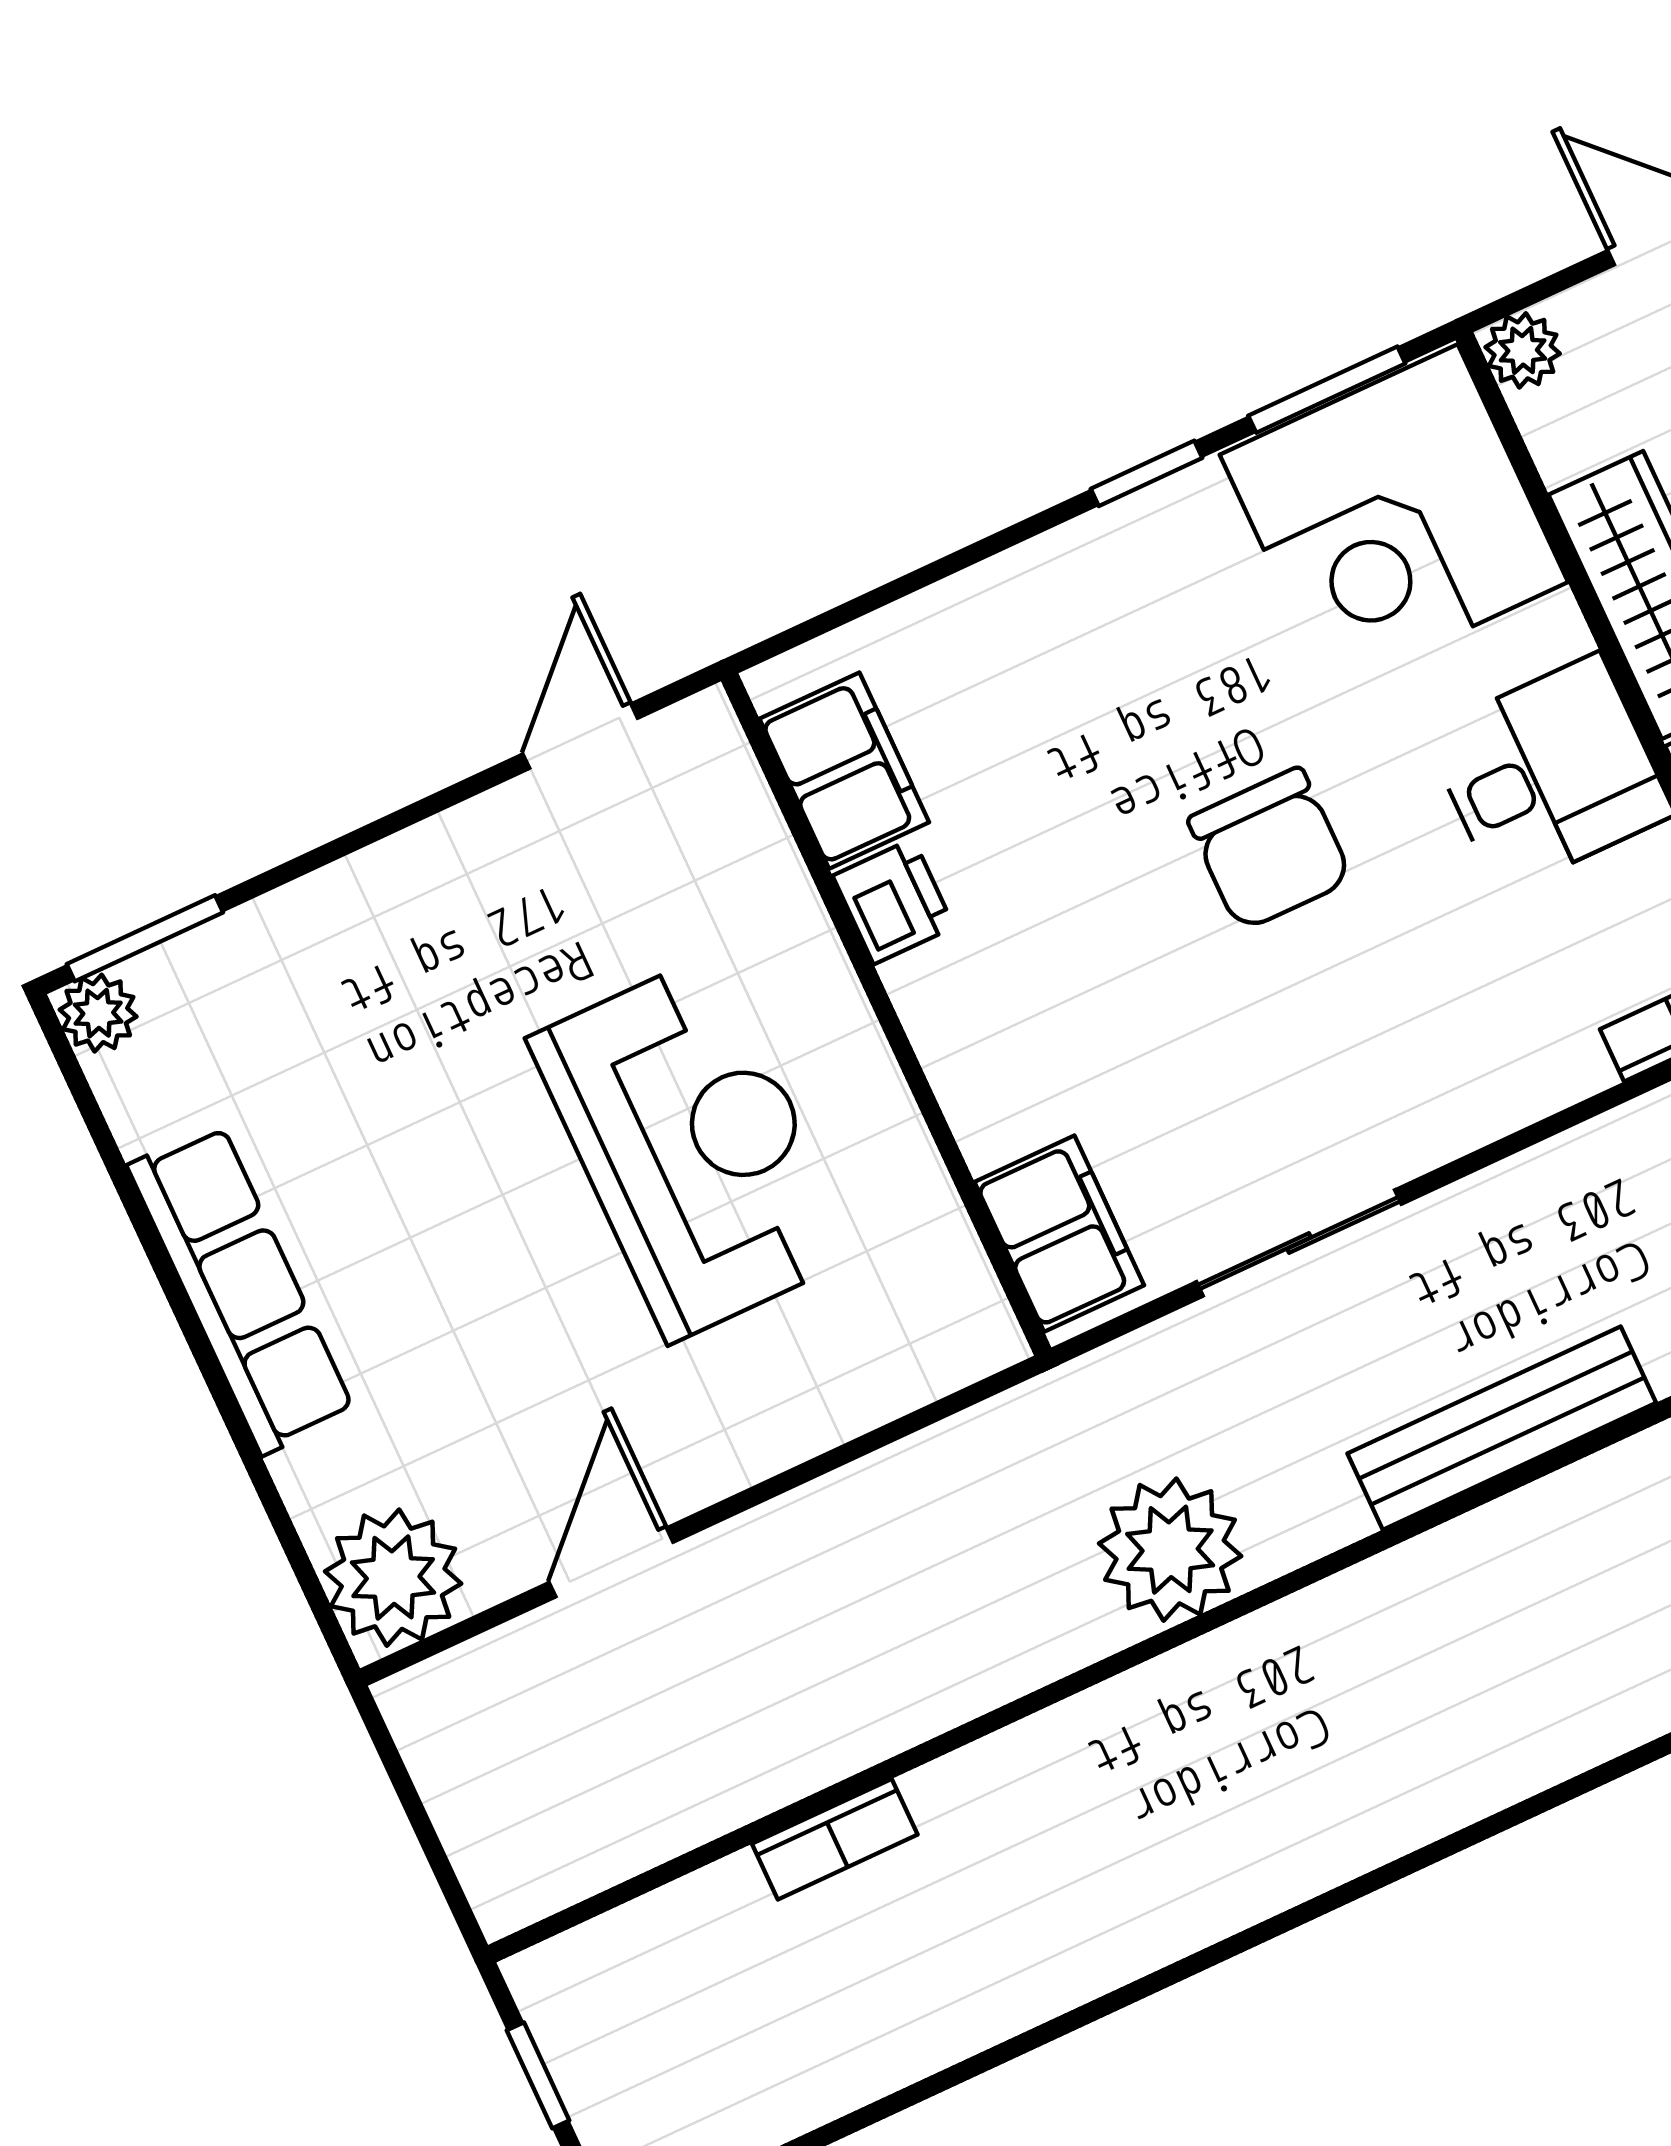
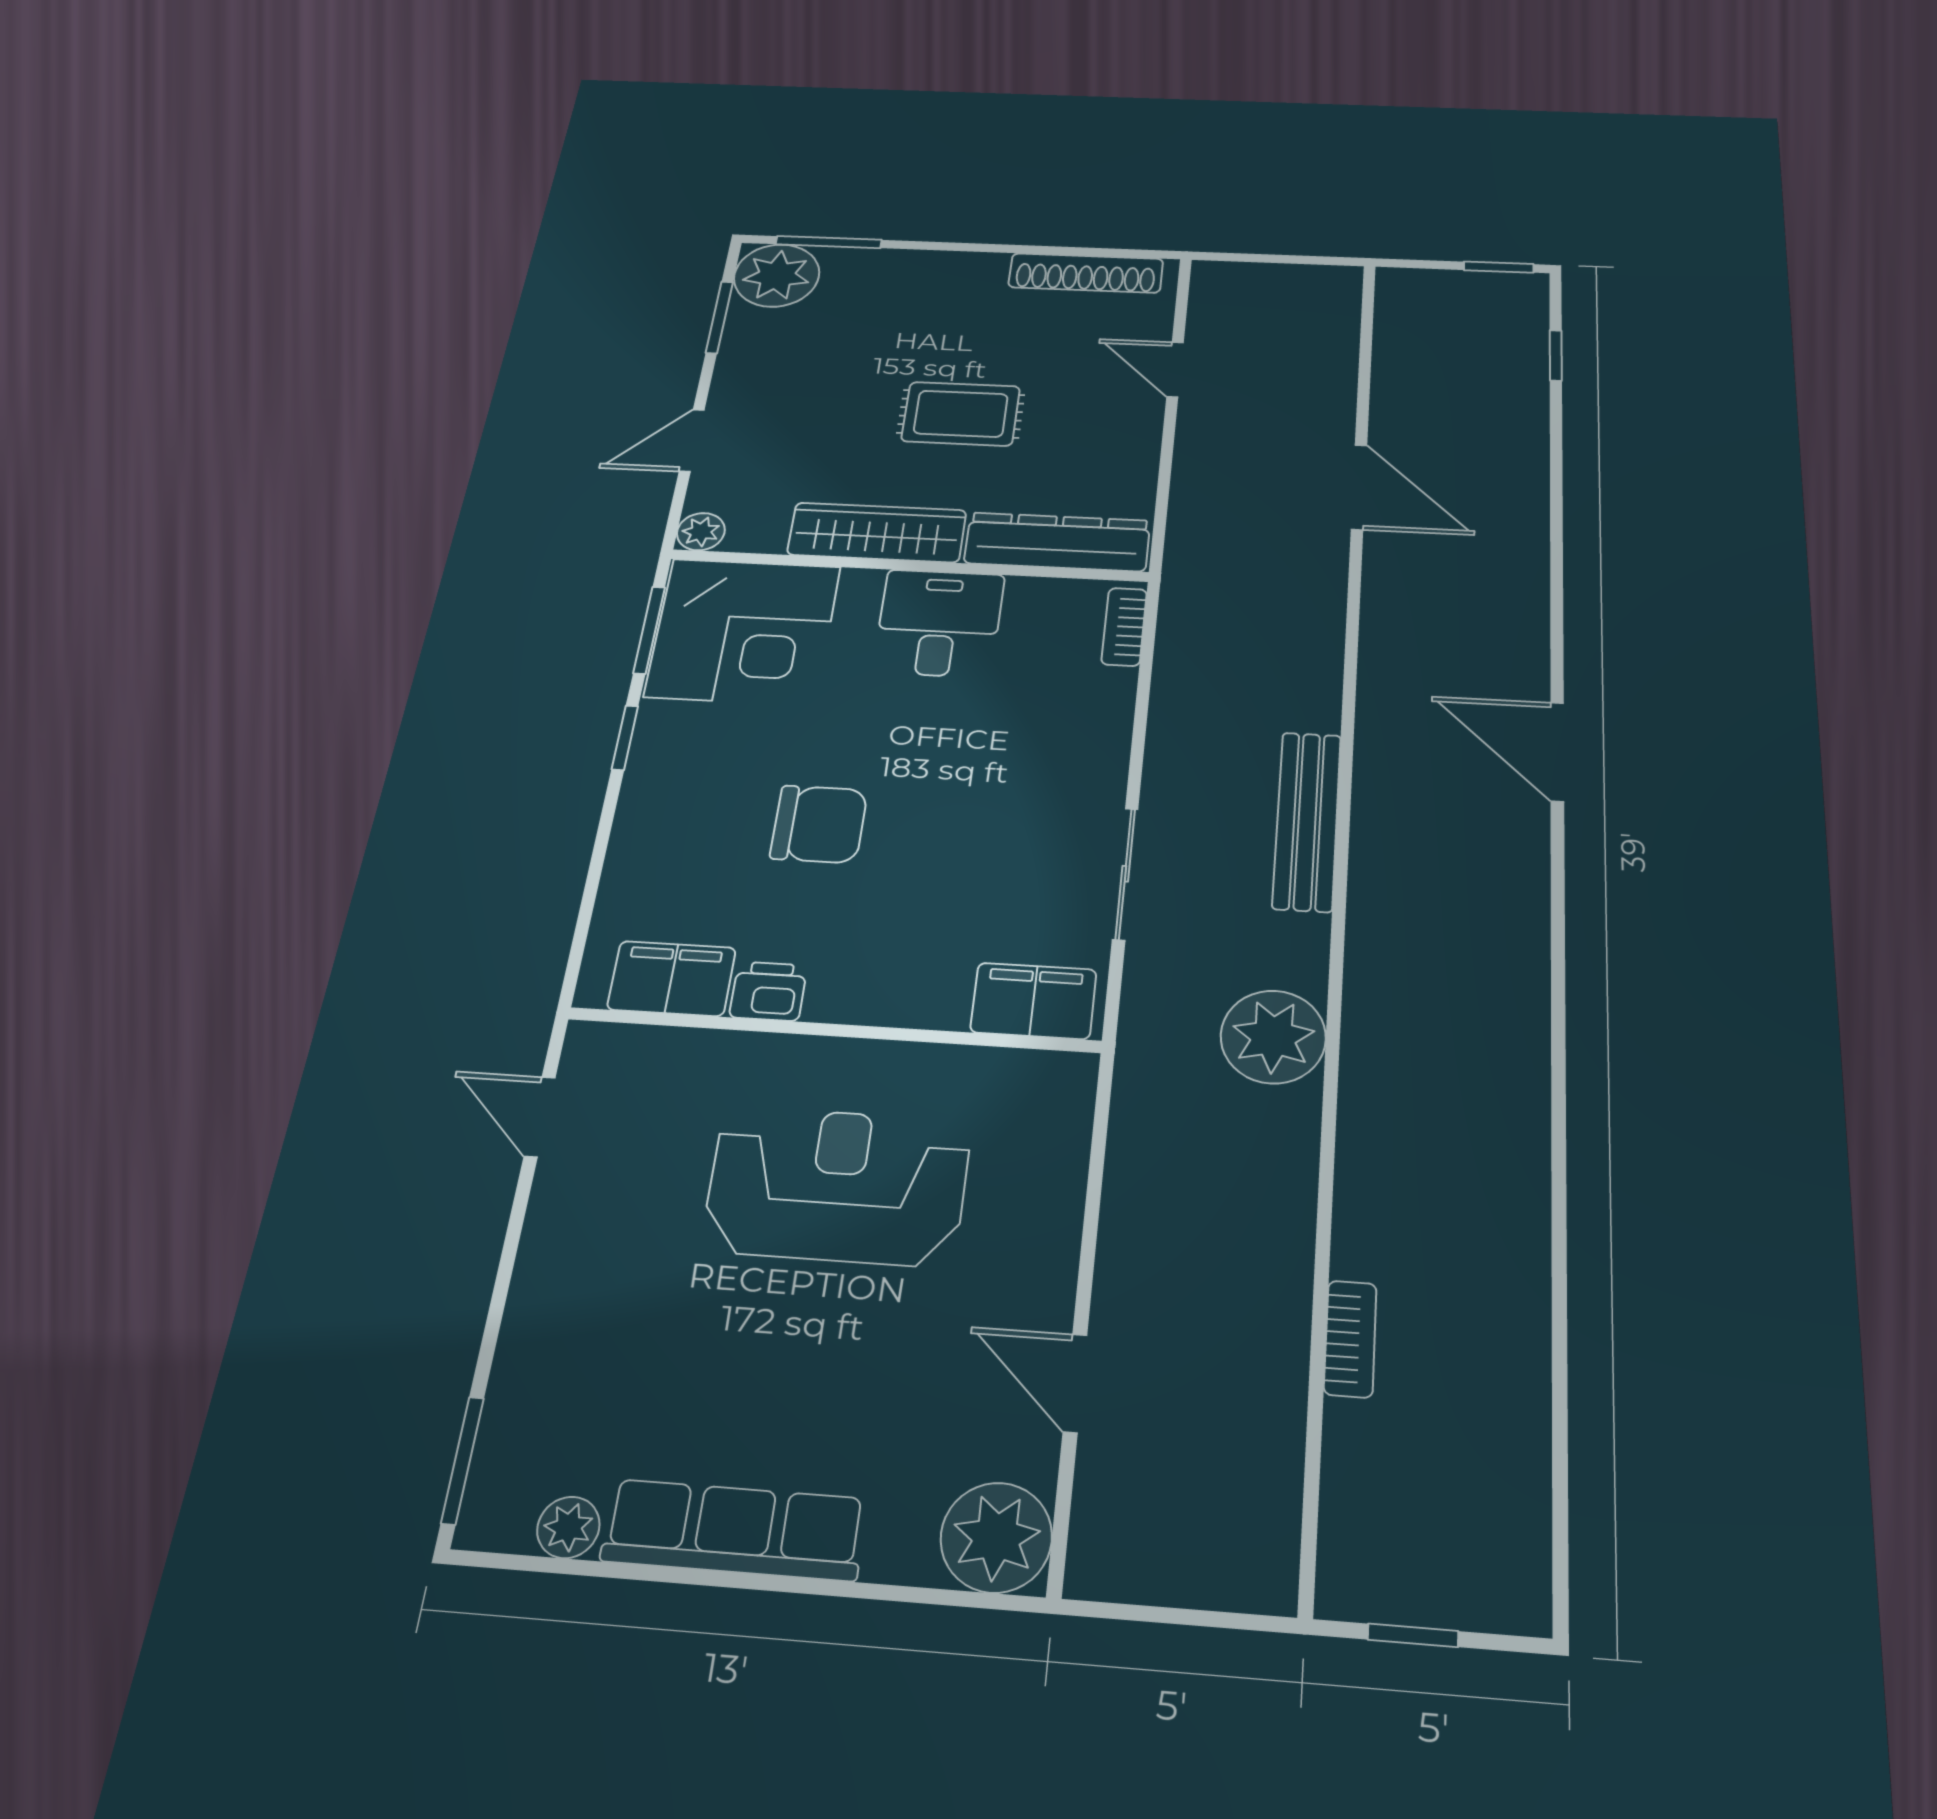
chair: (1270, 849) -> (819, 824), moved
plant: (98, 1013) -> (568, 1527), moved

